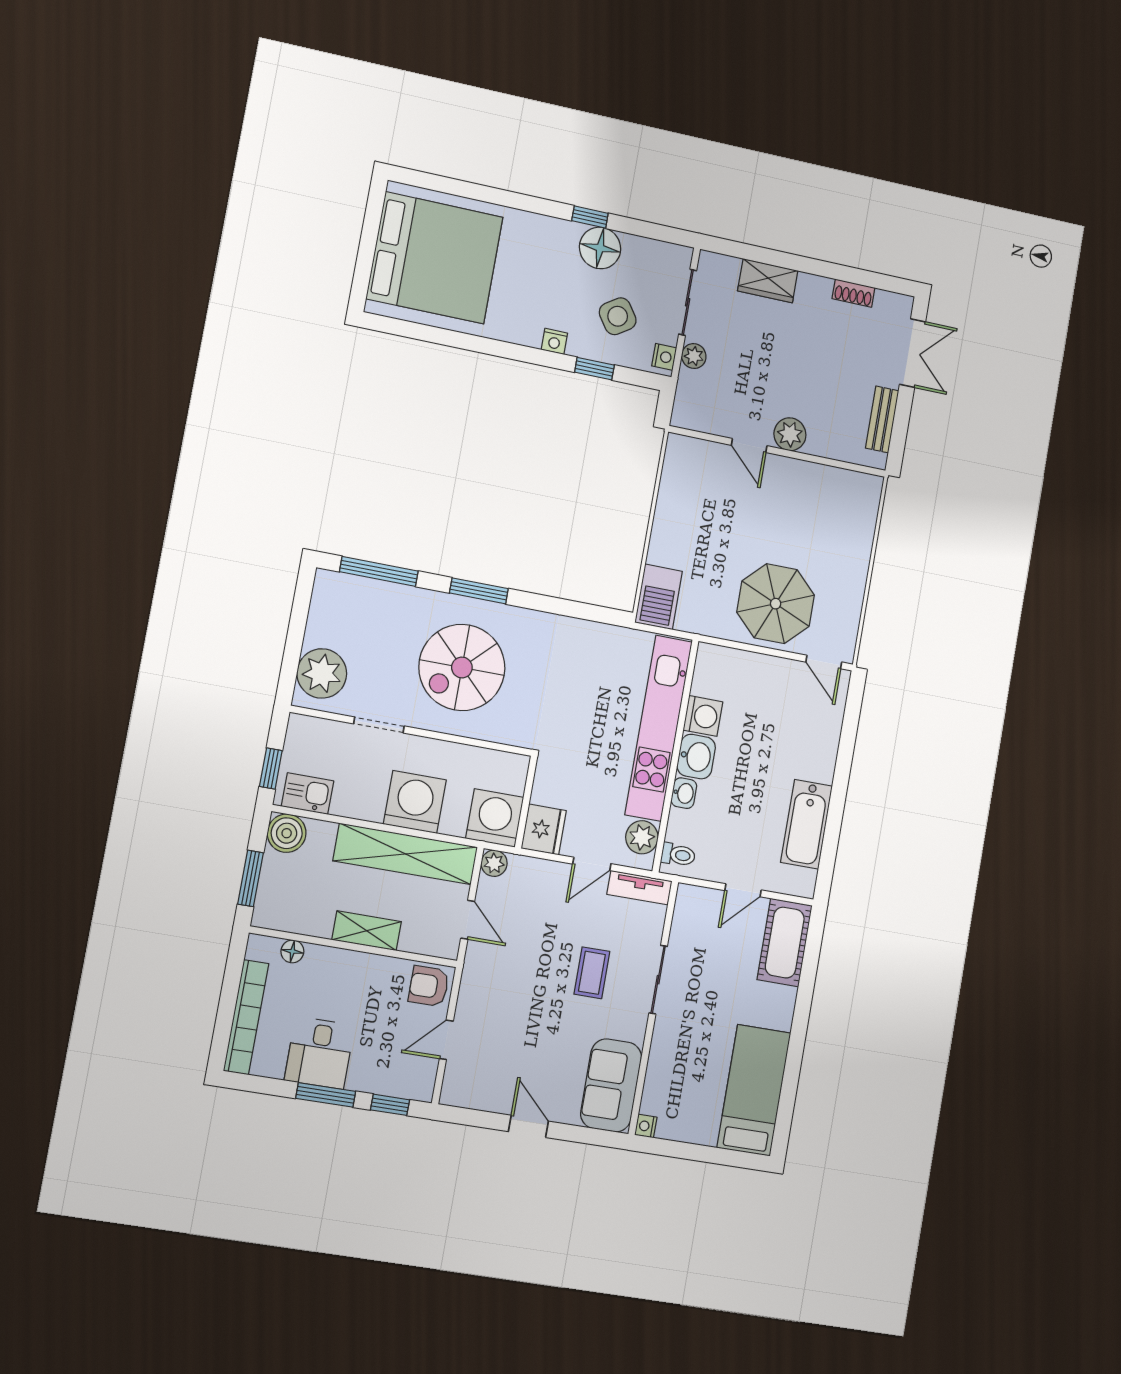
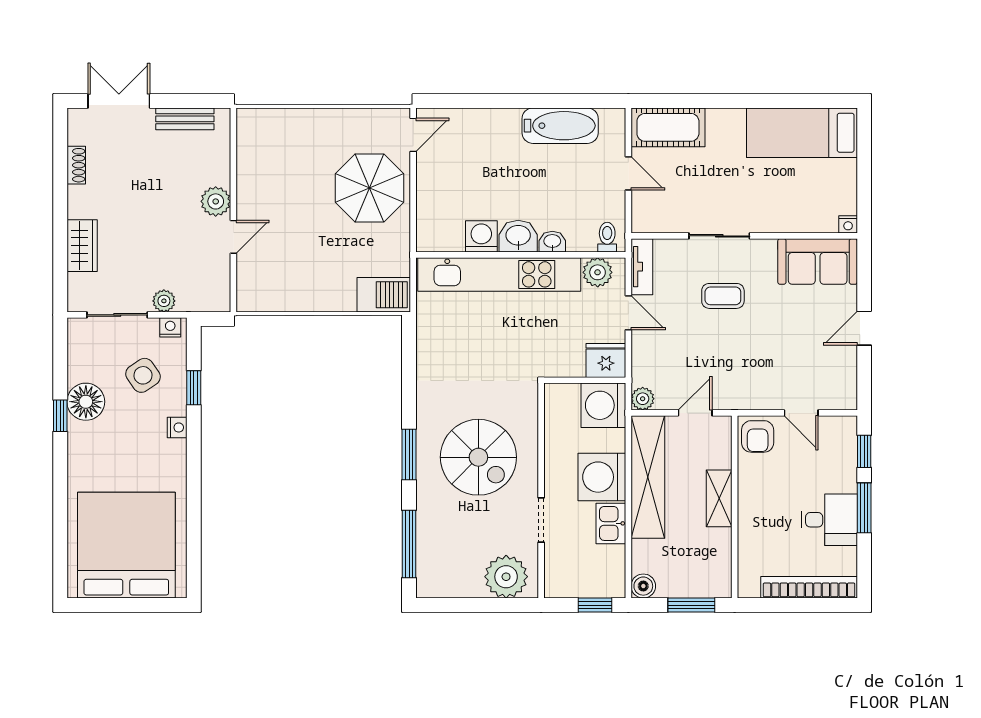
kitchen sink: (308, 794) -> (611, 523), moved
boiler: (287, 833) -> (643, 586), width x0.73, depth x0.73
floor lamp: (292, 951) -> (747, 558), removed

